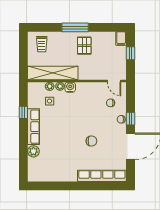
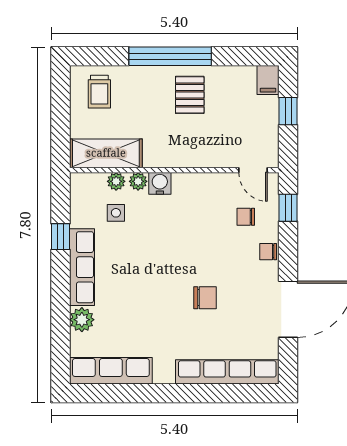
window: (75, 27) -> (170, 56), width x1.46
shelving: (53, 73) -> (106, 153), width x0.68
window: (130, 119) -> (288, 208), moved
row of seats: (47, 175) -> (111, 371), added

